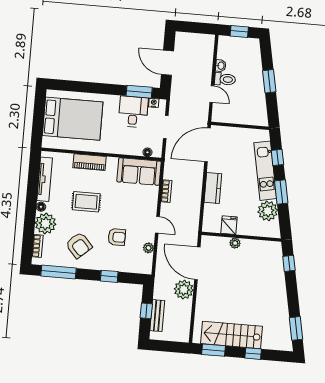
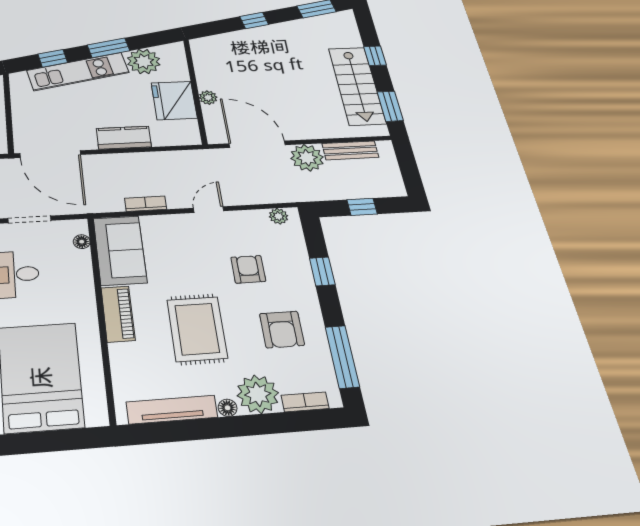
piano: (90, 162) -> (118, 314), moved
rug: (86, 202) -> (197, 329), width x1.36, depth x1.43
fridge: (229, 225) -> (174, 100), width x1.88, depth x1.34
armchair: (79, 245) -> (282, 329), turned 132
plant: (148, 248) -> (279, 216), moved
door: (197, 263) -> (257, 144), swing flipped
window: (289, 263) -> (254, 21), moved
bench: (157, 316) -> (350, 150), moved

